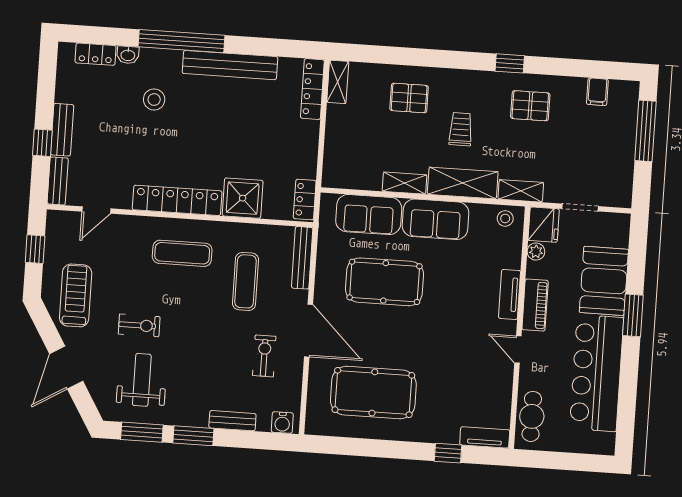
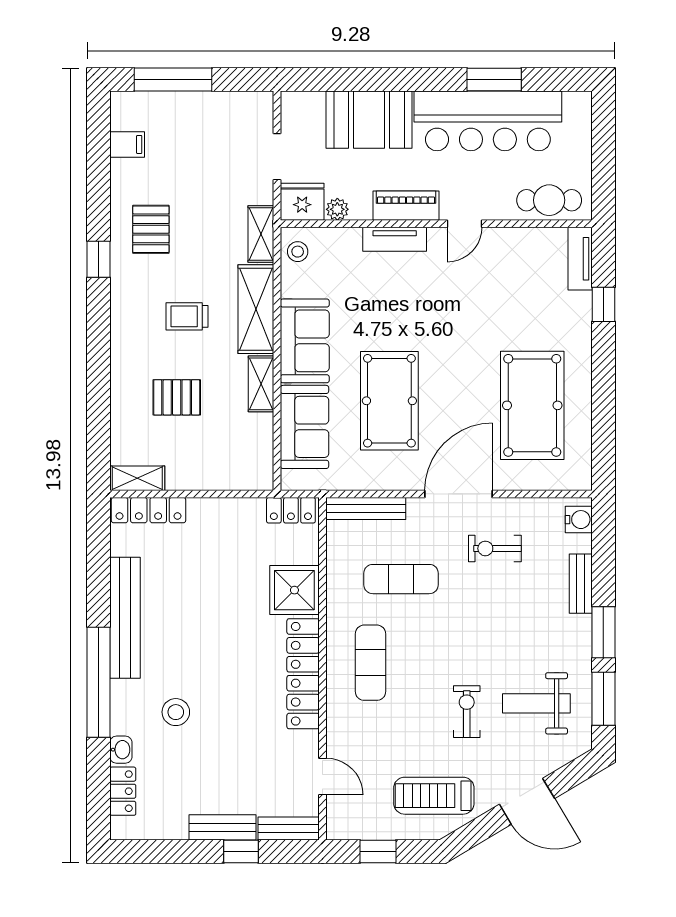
pallet: (409, 98) -> (177, 397), moved, turned 90
window: (633, 315) -> (494, 79), moved

